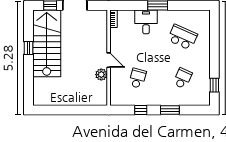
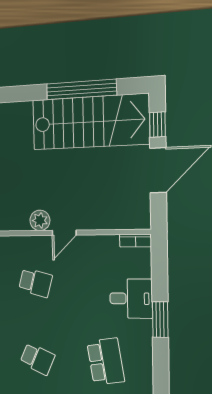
school desk: (183, 37) -> (106, 361), turned -33
window: (28, 48) -> (81, 89), width x3.17

